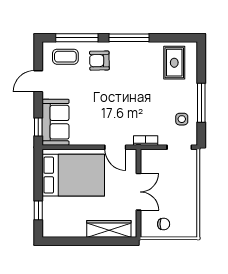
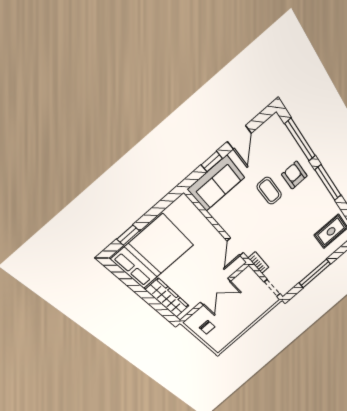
coffee table: (65, 57) -> (269, 191), moved
door: (38, 81) -> (239, 137), swing flipped
side table: (182, 119) -> (294, 272), removed
window: (38, 127) -> (212, 162), moved
bed: (73, 175) -> (153, 252), moved, turned -90

